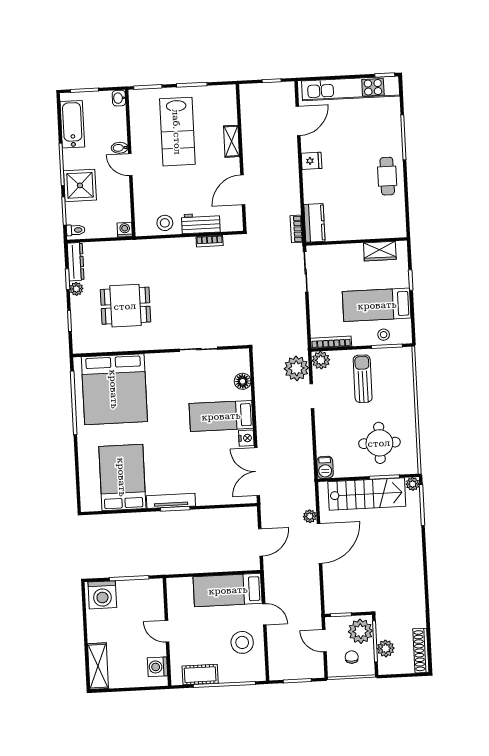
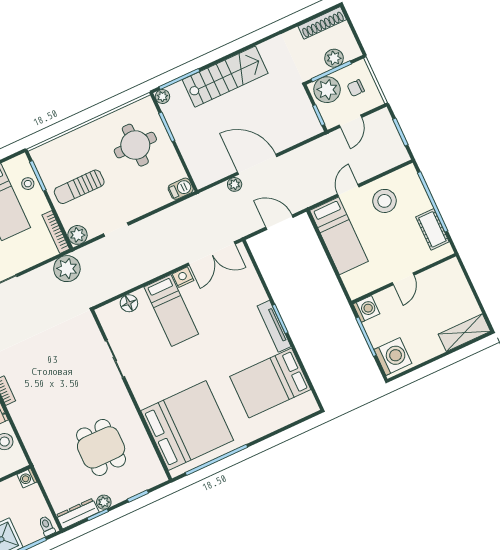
plant: (296, 368) -> (67, 269), moved
stairs: (367, 494) -> (225, 77), moved, turned 90
washing machine: (158, 667) -> (366, 309), moved, turned -90

